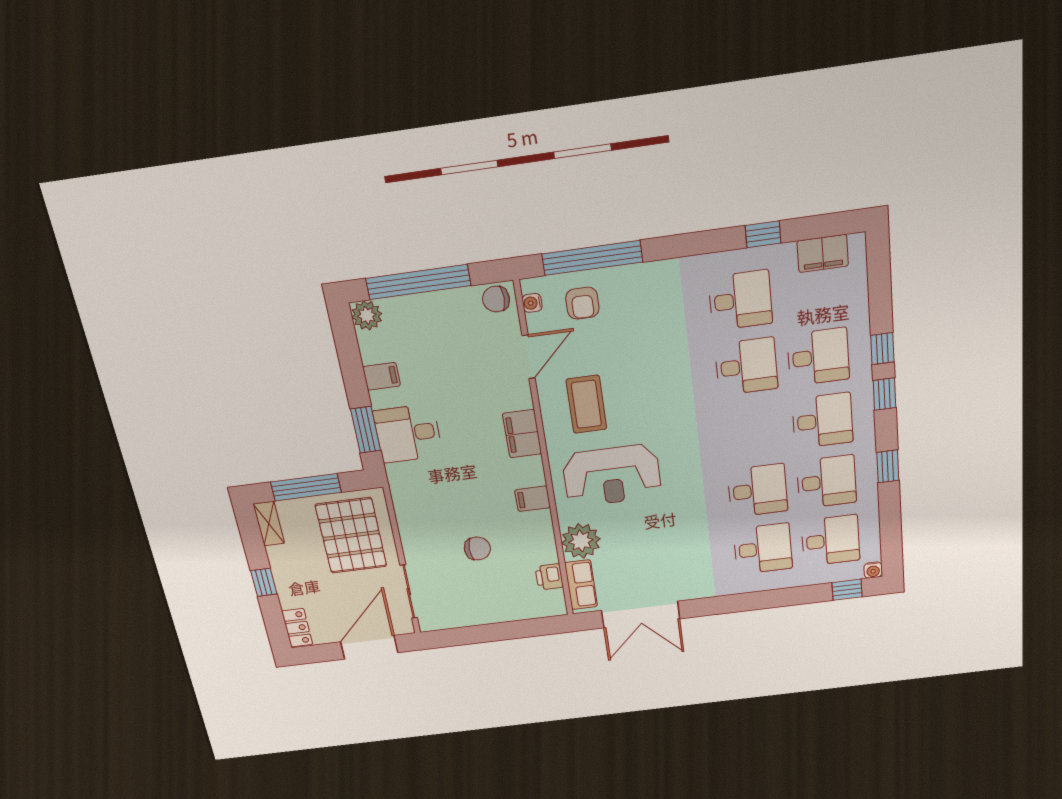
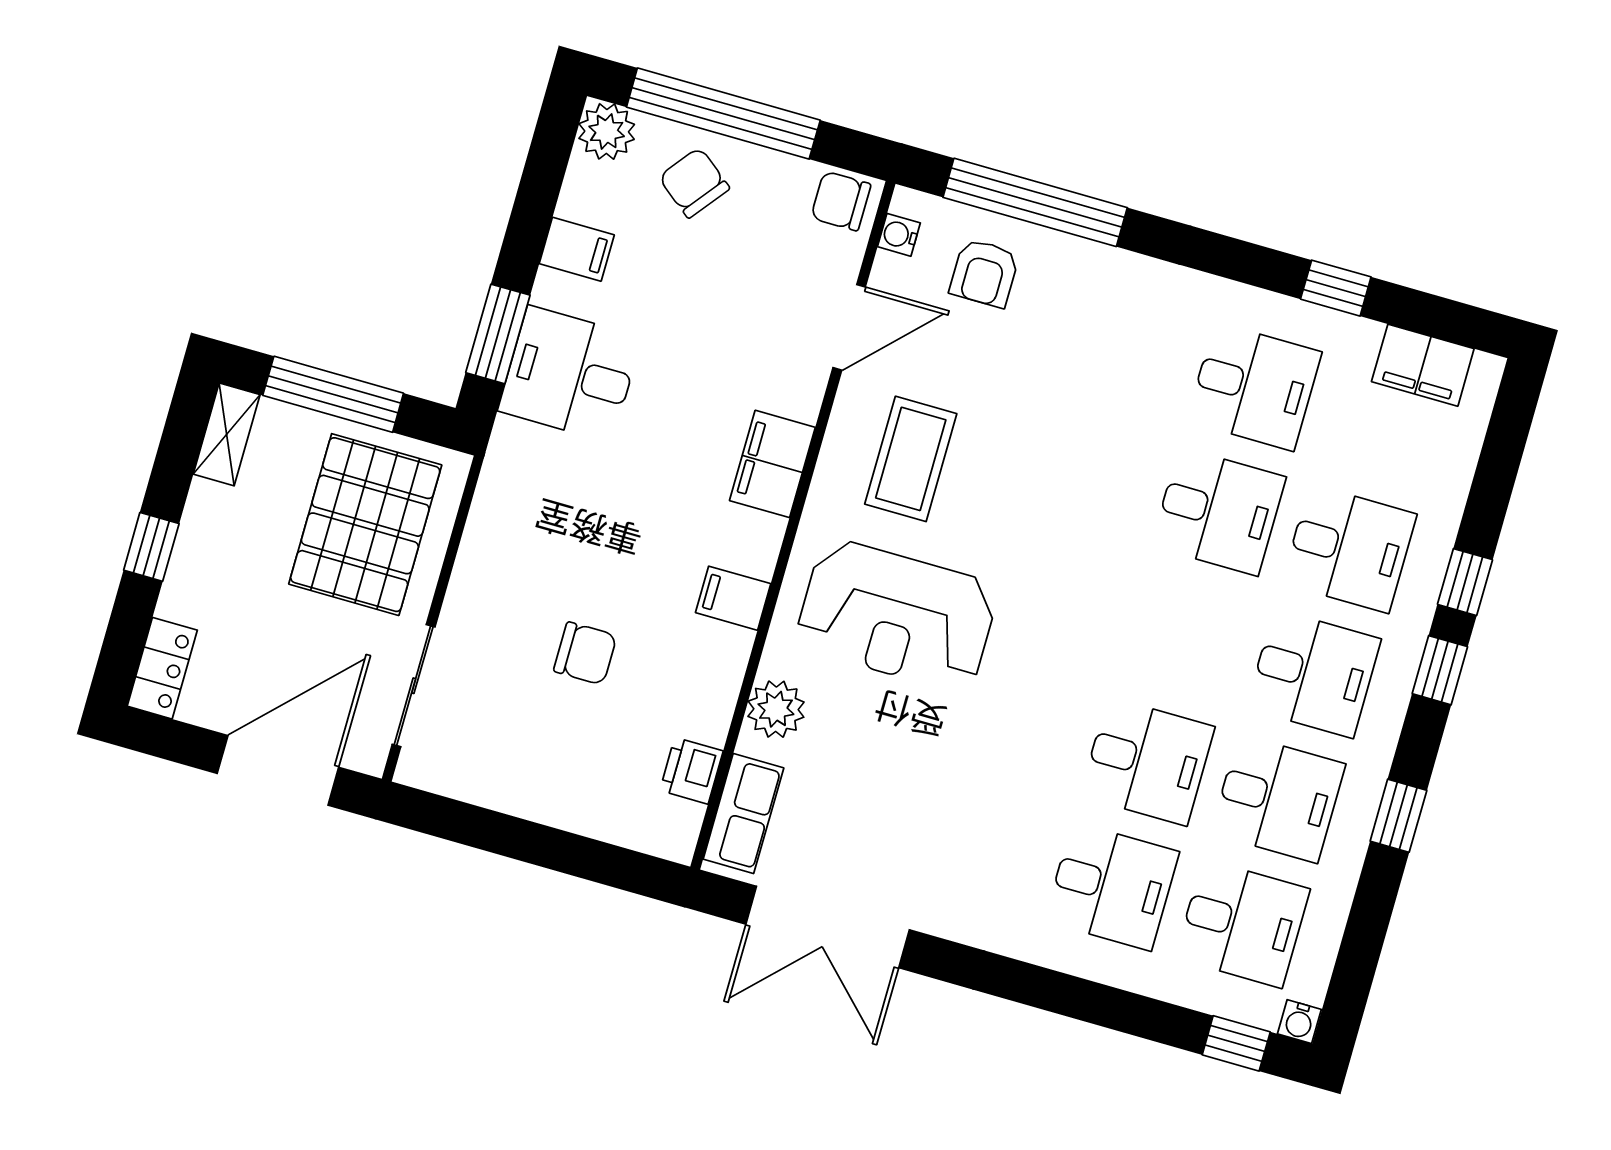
chair: (421, 321) -> (694, 183), added
plant: (581, 541) -> (776, 709), width x0.73, depth x0.73

